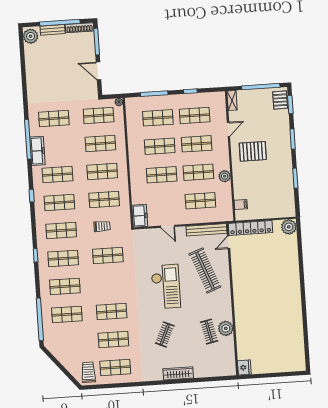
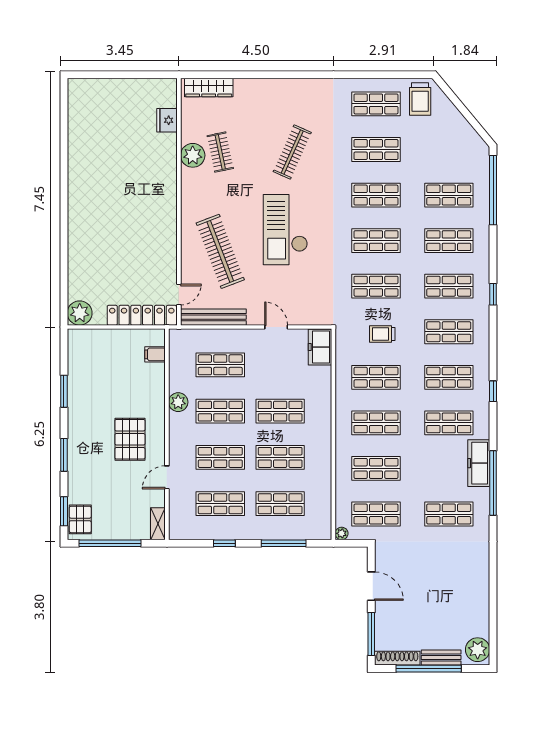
pallet: (253, 151) -> (130, 439), turned 90
shop shelf: (110, 283) -> (376, 241), added
clothes rail: (165, 334) -> (292, 152), width x1.36
fridge: (244, 367) -> (167, 120), moved
wardrobe: (178, 373) -> (209, 87), moved

